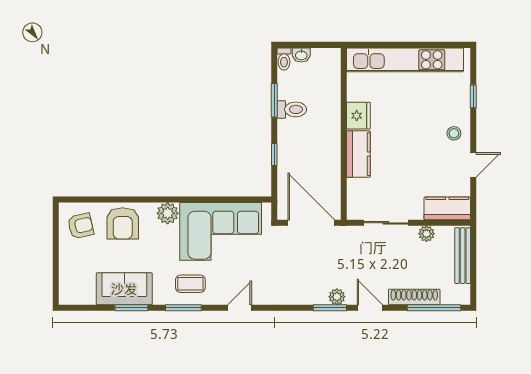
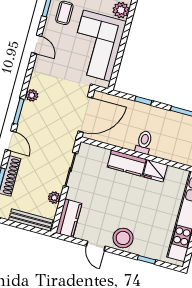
toilet: (292, 109) -> (144, 142), moved, turned 180
stool: (454, 133) -> (123, 238), width x1.89, depth x1.89
plant: (337, 297) -> (32, 95), moved
door: (370, 308) -> (11, 141), hinge flipped

